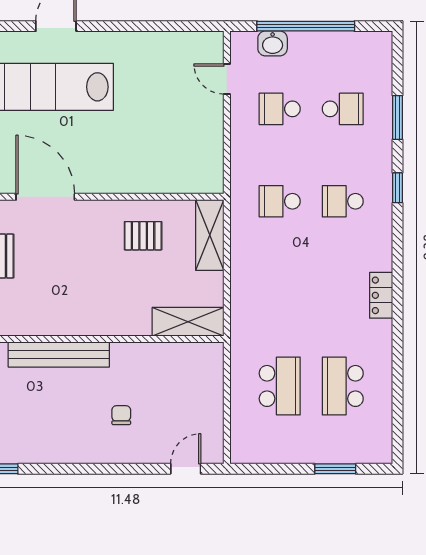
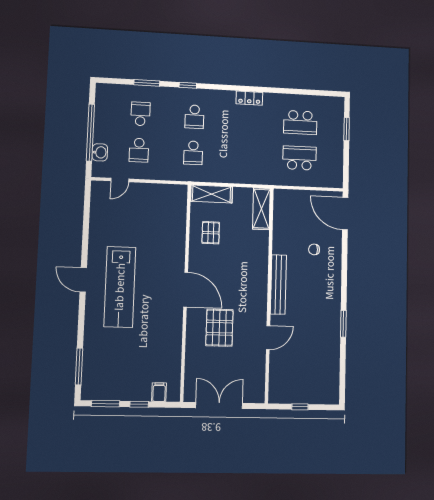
door: (45, 197) -> (186, 290), swing flipped
door: (186, 469) -> (345, 214), width x1.88

